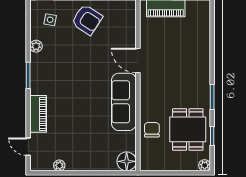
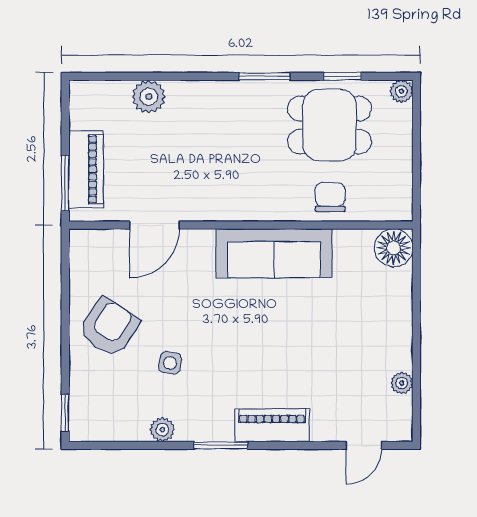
side table: (50, 20) -> (170, 363), moved
plant: (202, 39) -> (149, 97), added
door: (138, 61) -> (154, 225), moved
piano: (38, 114) -> (272, 425), moved
chair: (152, 130) -> (330, 197), turned 90

